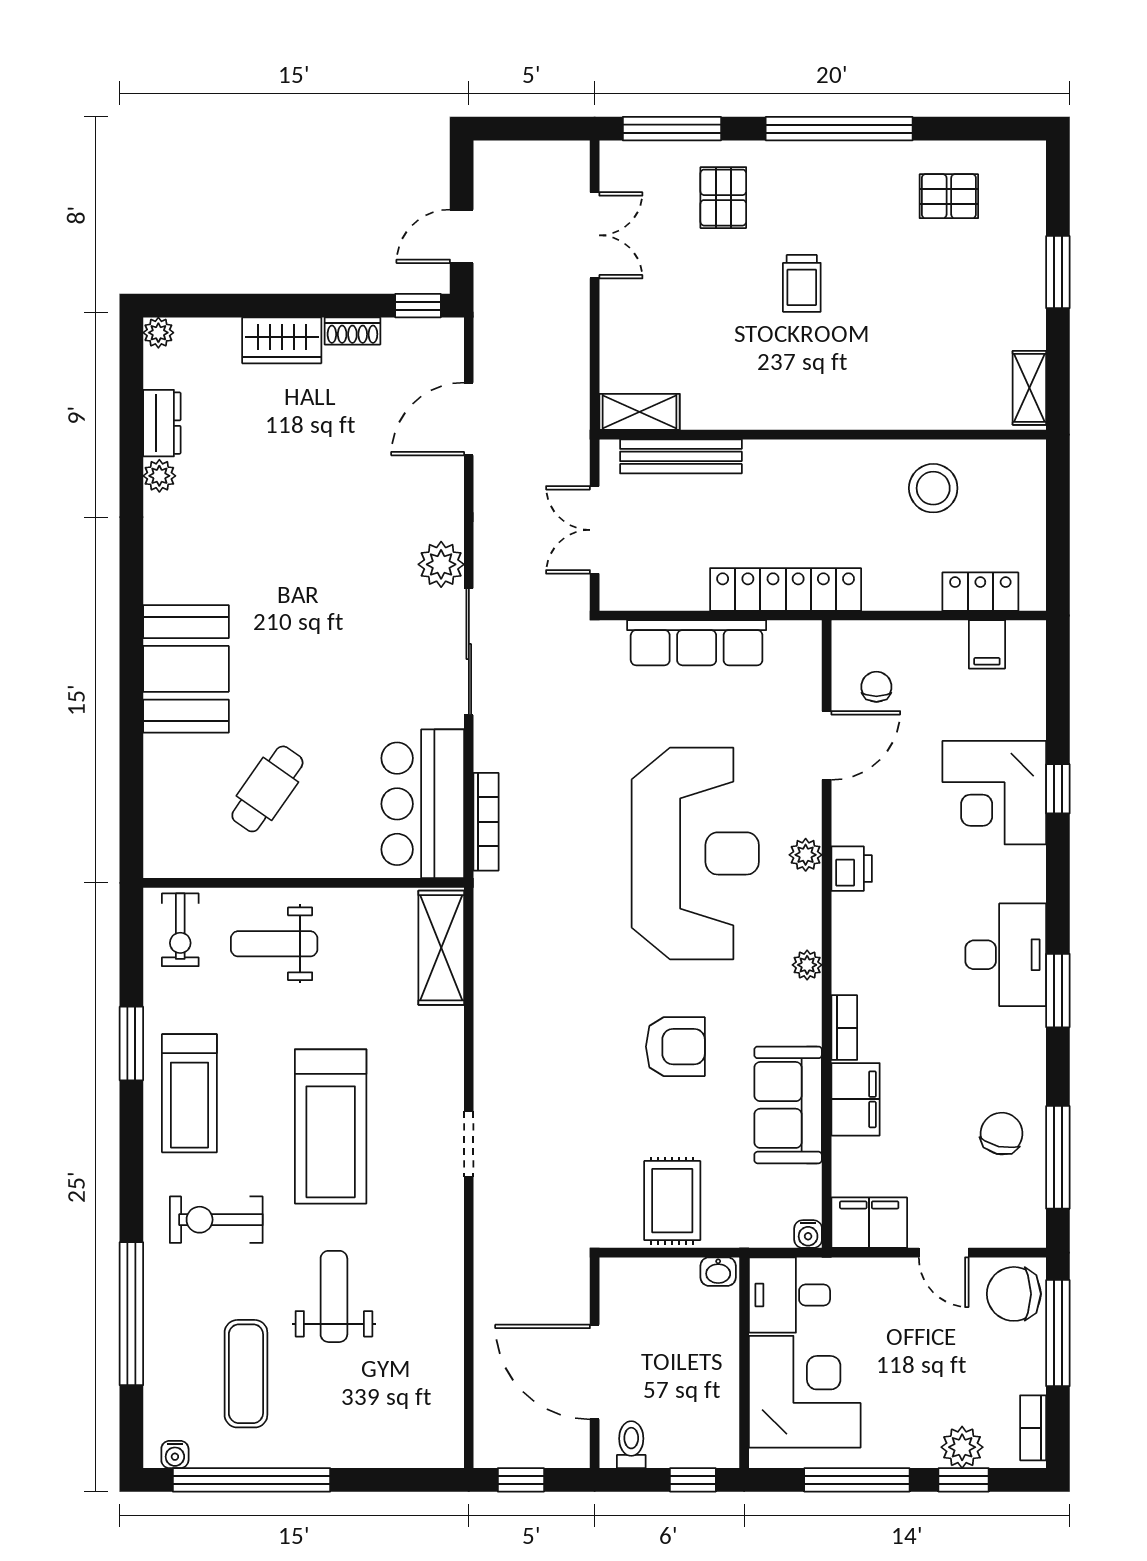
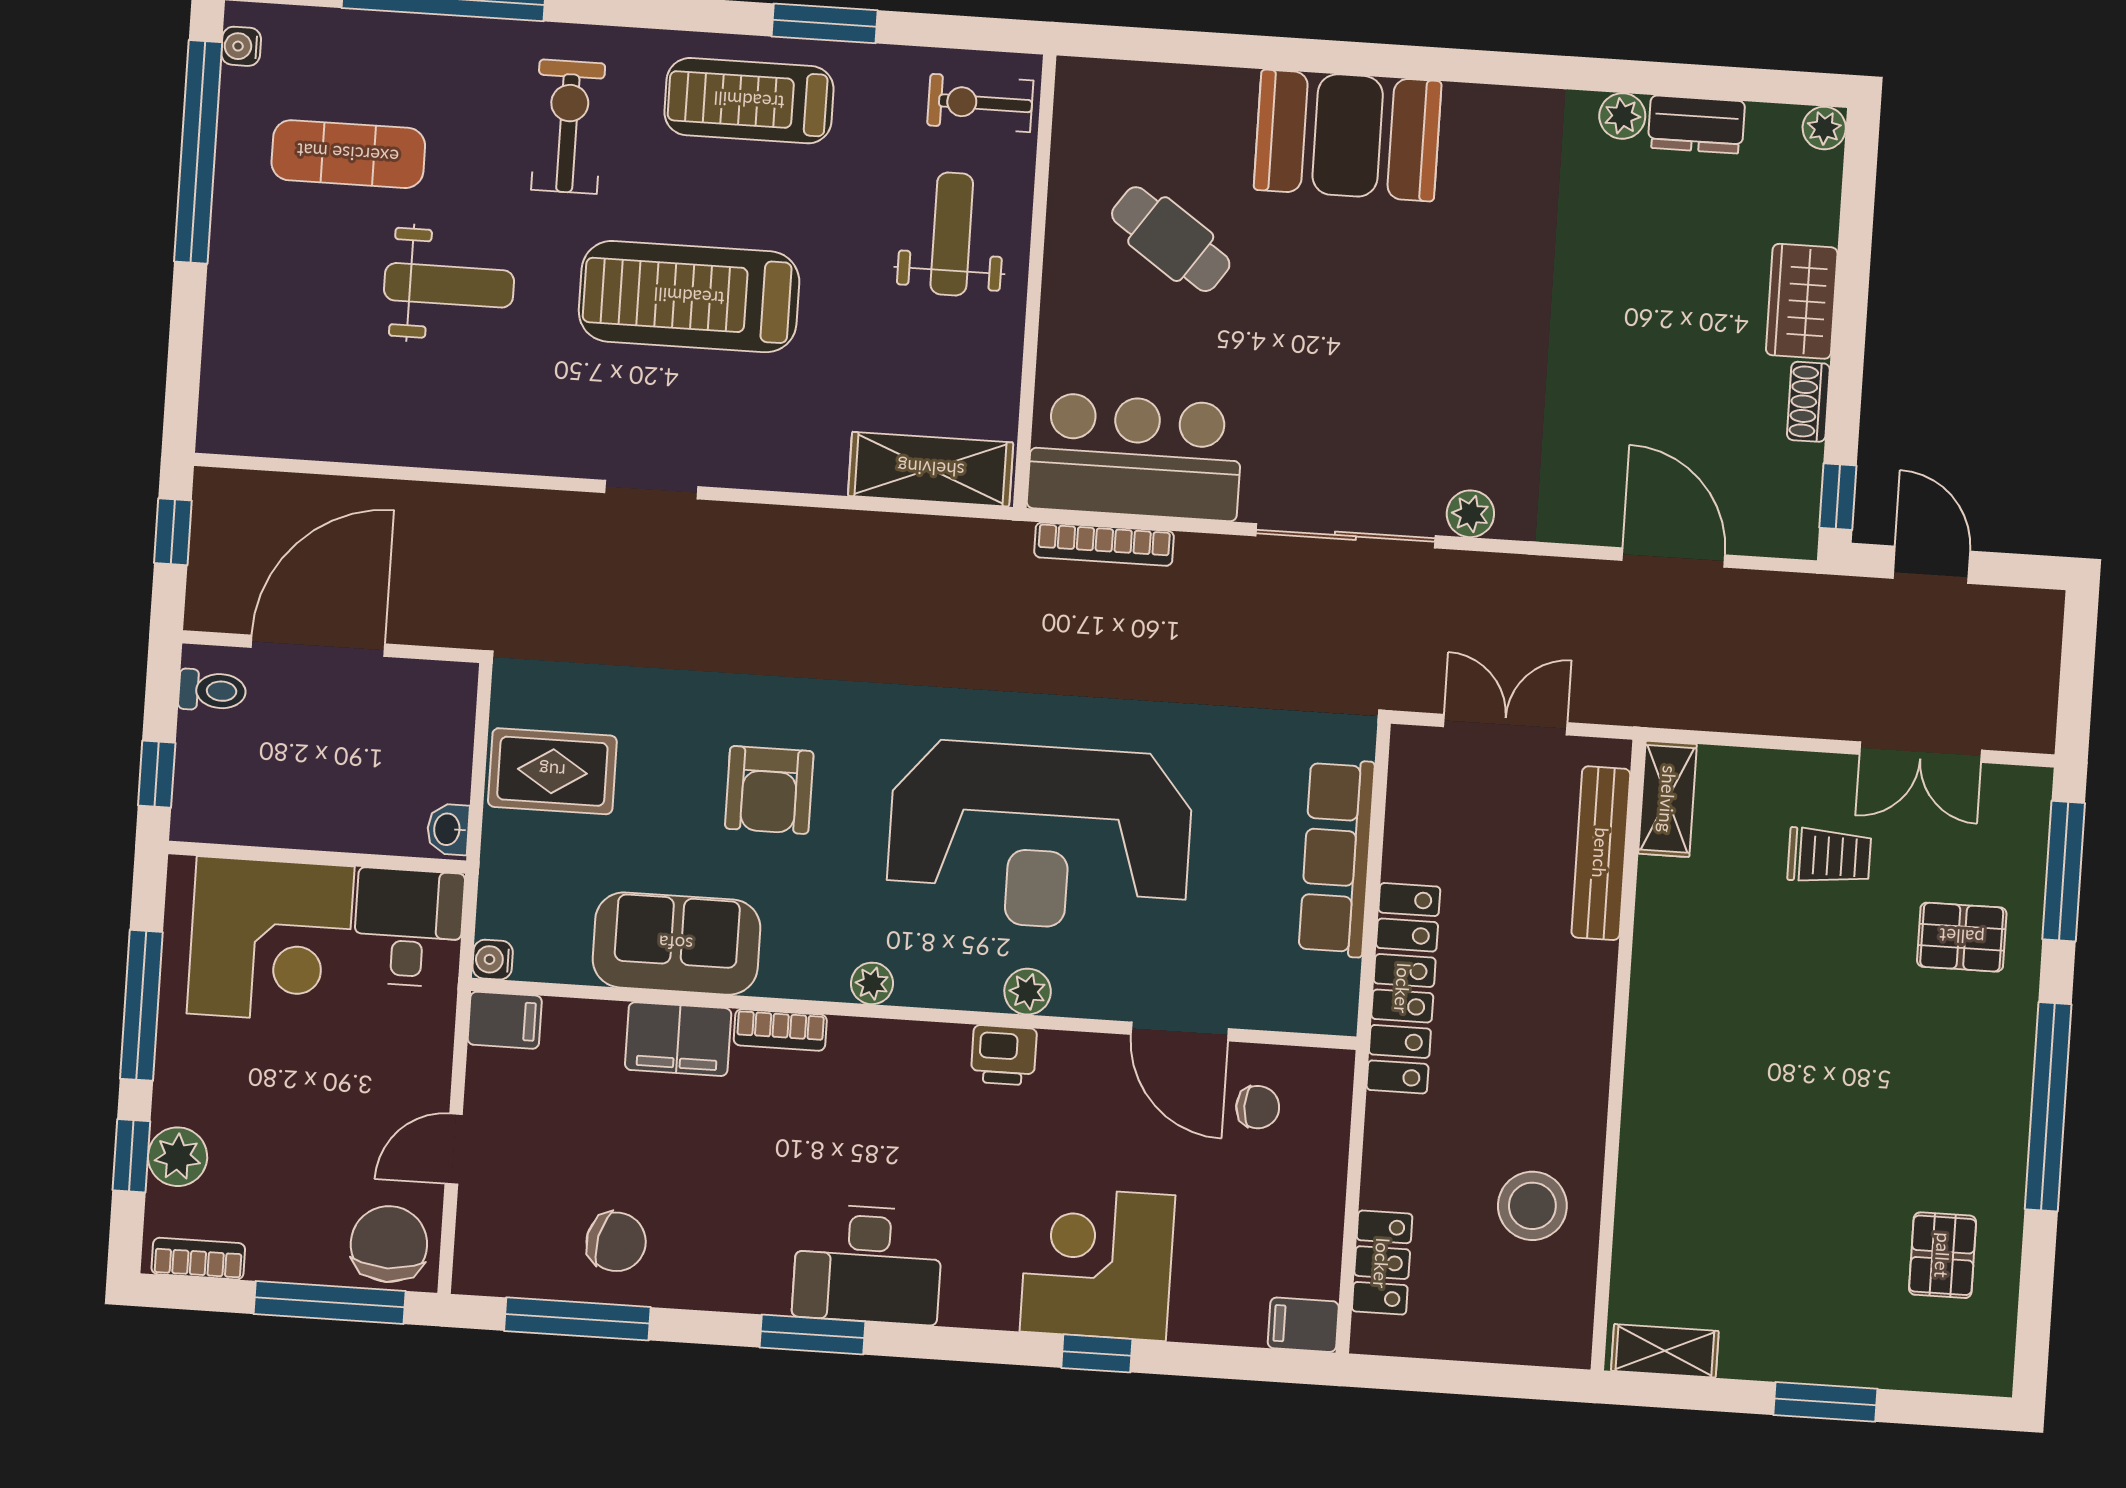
trolley: (802, 283) -> (1829, 856), moved, turned 180
plant: (441, 564) -> (1470, 514), width x0.73, depth x0.73
filing cabinet: (987, 644) -> (1303, 1325), moved
filing cabinet: (869, 1223) -> (505, 1020), width x0.50

